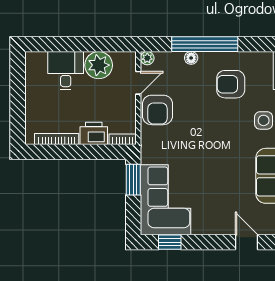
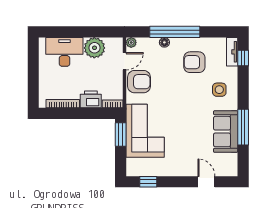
desk: (66, 71) -> (64, 52), width x1.37
armchair: (157, 110) -> (139, 82), turned -90
corner sofa: (166, 200) -> (145, 131), moved

